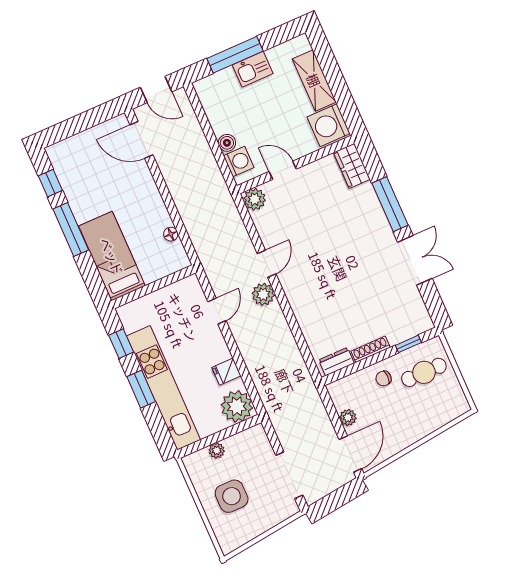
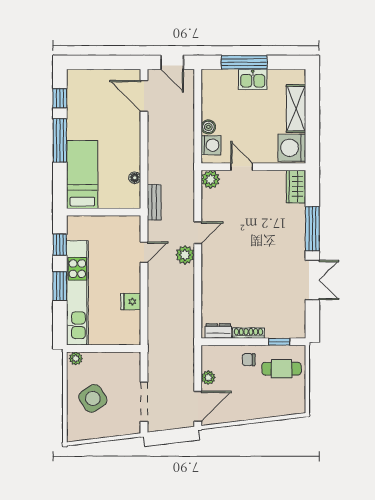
bench: (204, 252) -> (154, 202), added
plant: (237, 406) -> (127, 332), removed
plant: (217, 450) -> (76, 358), moved
side table: (232, 496) -> (93, 398), turned -33

